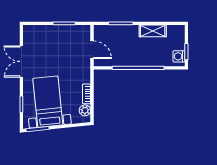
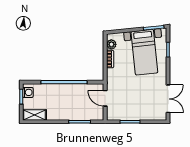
shelving: (153, 31) -> (35, 115), moved
double door: (21, 61) -> (168, 99), moved

